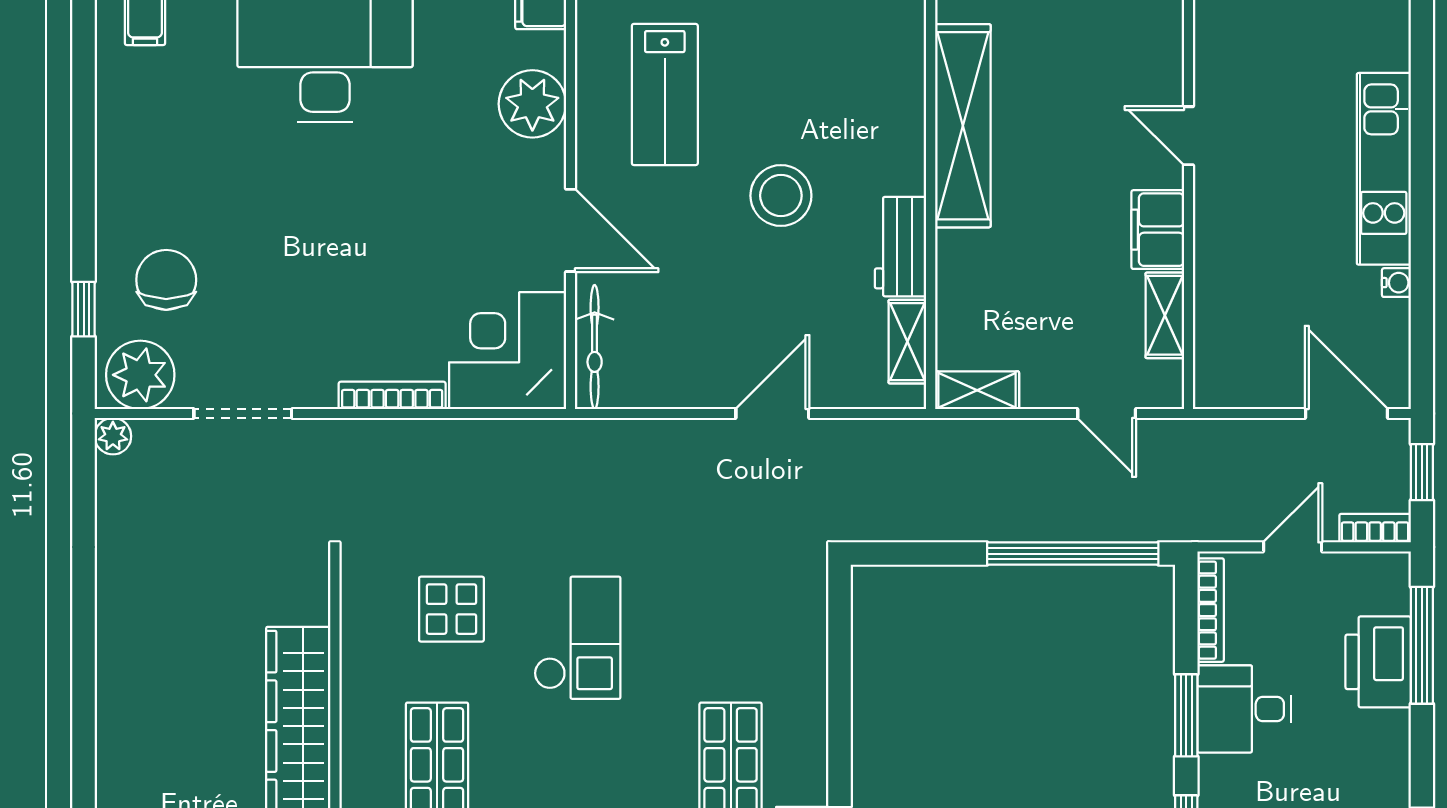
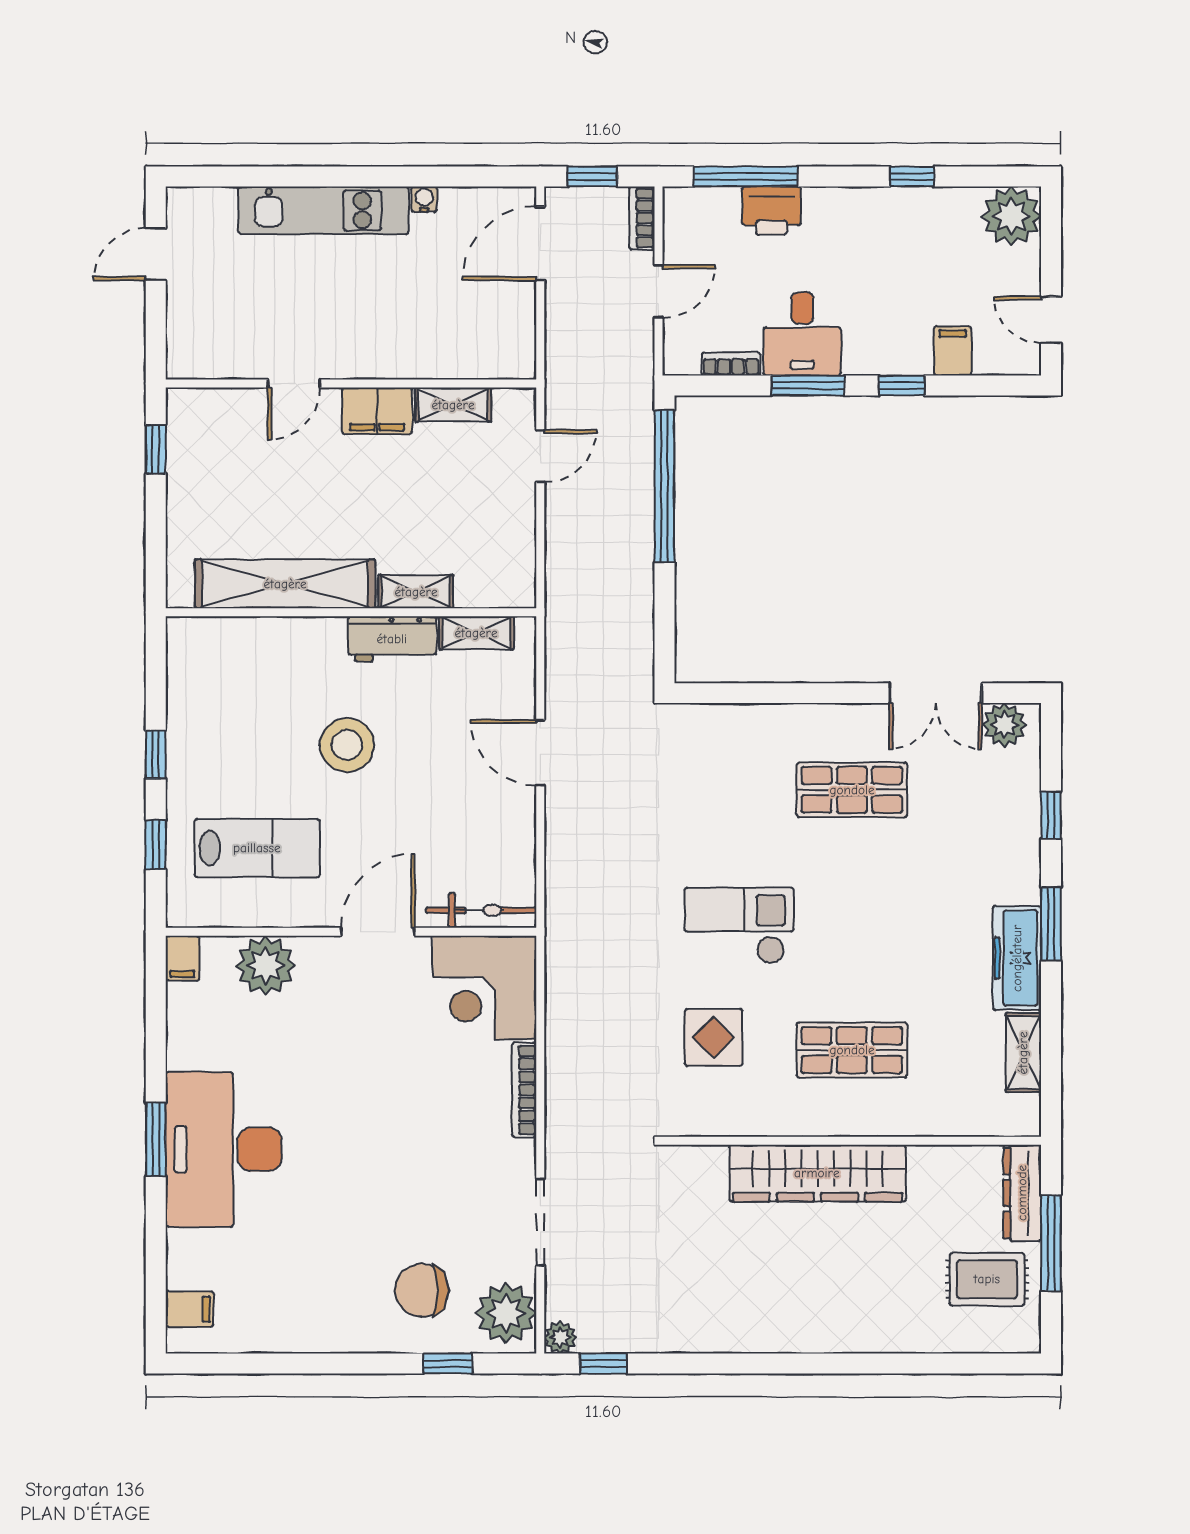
shelving: (977, 390) -> (416, 592), moved, turned 90
window: (84, 485) -> (603, 1364), added
door: (1293, 547) -> (659, 291), swing flipped
bookcase: (1211, 610) -> (731, 364), width x0.64
printer: (1378, 662) -> (771, 211), width x0.73, depth x0.84

